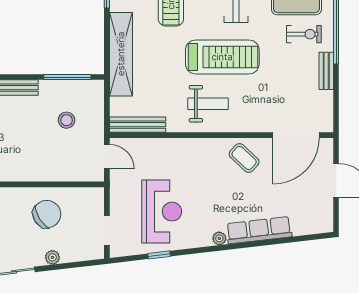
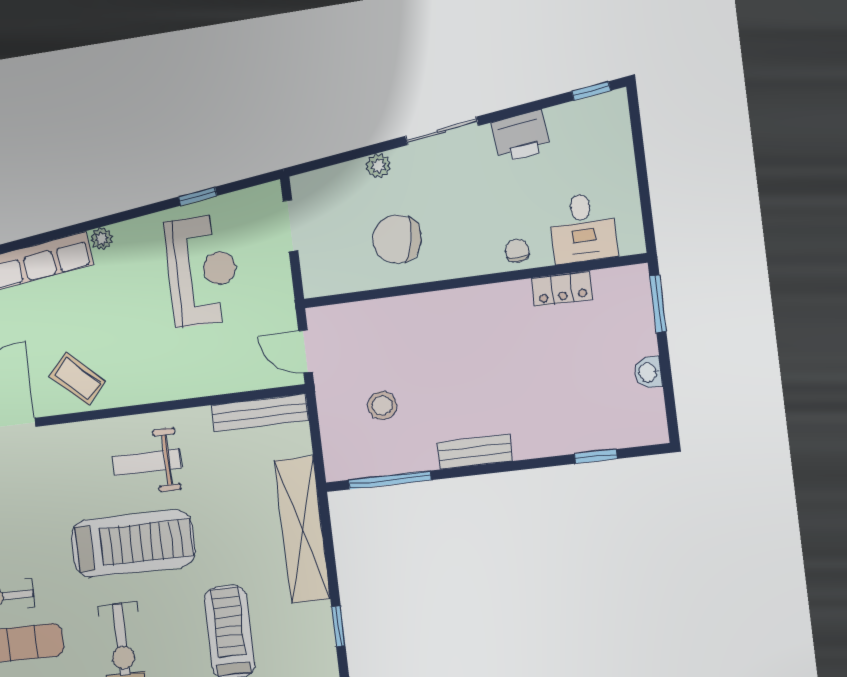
treadmill: (222, 57) -> (133, 544), turned 180
reception desk: (162, 212) -> (202, 270), turned 180
chair: (47, 214) -> (397, 239), turned 43

